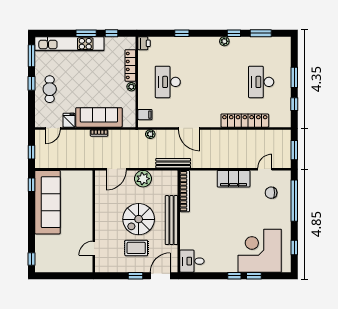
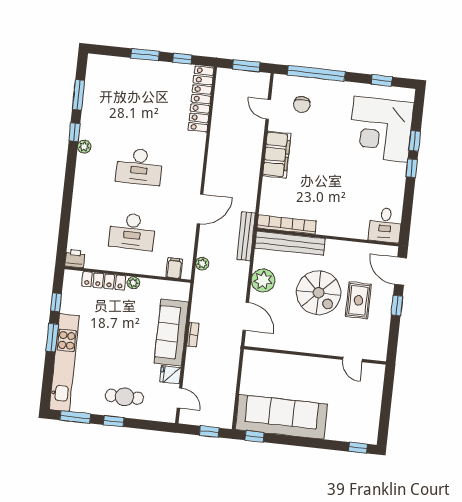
window: (182, 33) -> (67, 204), removed
desk: (261, 82) -> (139, 166), moved
locker: (245, 121) -> (201, 99), moved
bench: (171, 220) -> (290, 243), moved

